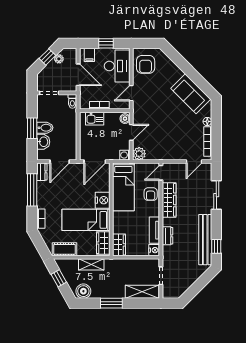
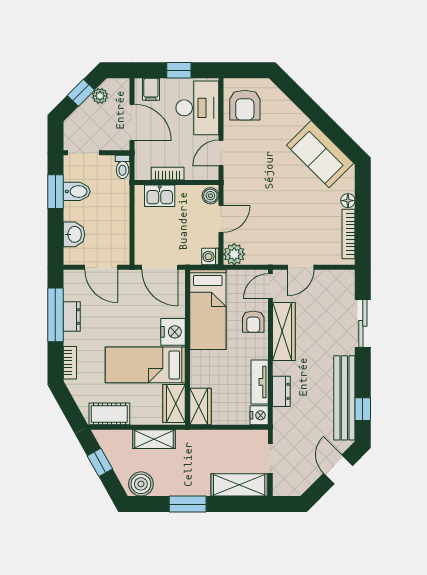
window: (32, 128) -> (55, 192), moved
bidet: (45, 128) -> (77, 191), moved
door: (60, 162) -> (101, 267), hinge flipped
door: (95, 162) -> (160, 267), hinge flipped
door: (194, 162) -> (301, 267), moved
dresser: (42, 172) -> (72, 317), moved
door: (201, 283) -> (338, 469), added

